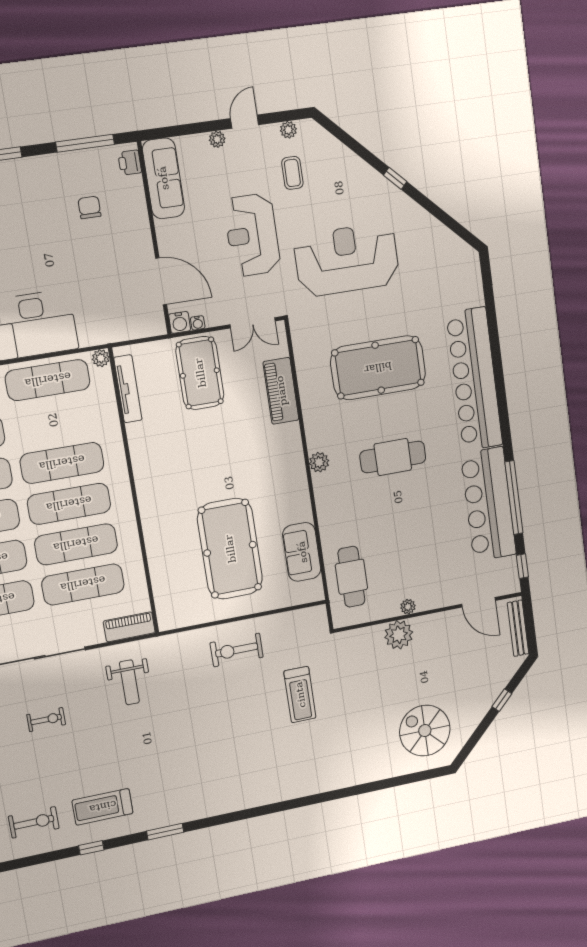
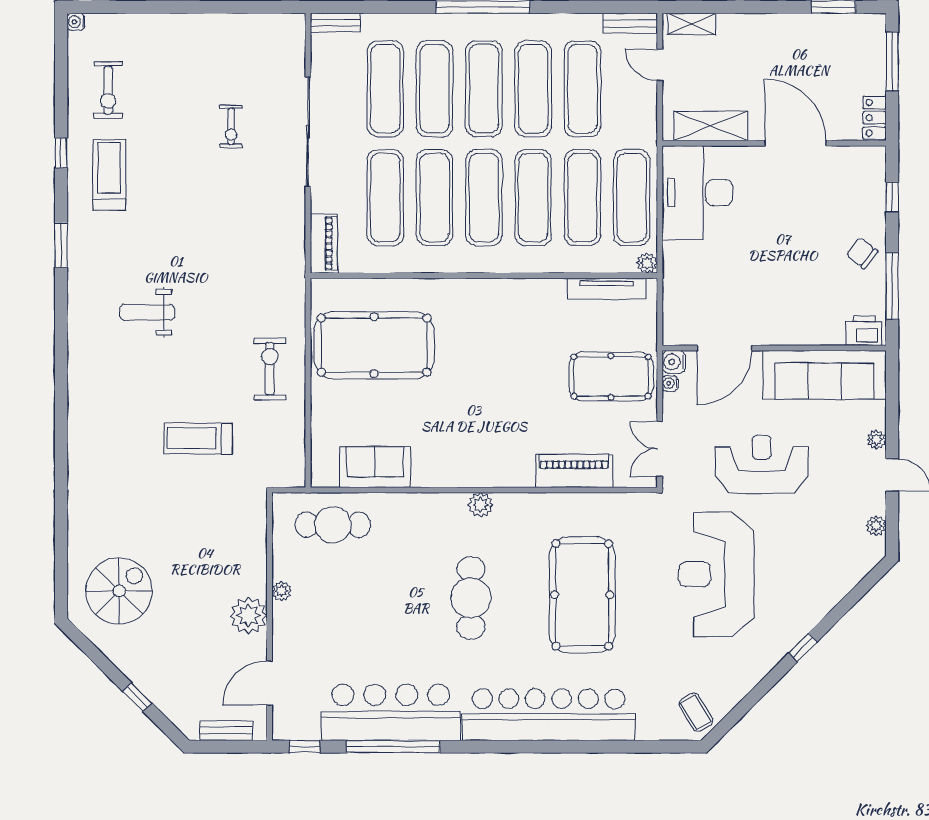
printer: (130, 163) -> (864, 331), width x1.36, depth x1.24
coffee table: (292, 173) -> (696, 712), moved, turned 59
sofa: (163, 178) -> (824, 375), width x1.36, depth x1.27
chair: (89, 207) -> (862, 253), moved, turned -142
reception desk: (347, 260) -> (716, 574), turned 180
exercise mat: (55, 422) -> (582, 198), added
pool table: (230, 549) -> (374, 345), moved
bench: (518, 628) -> (226, 731), width x0.73
plant: (399, 635) -> (248, 616), moved
weight bench: (129, 682) -> (147, 312), moved

